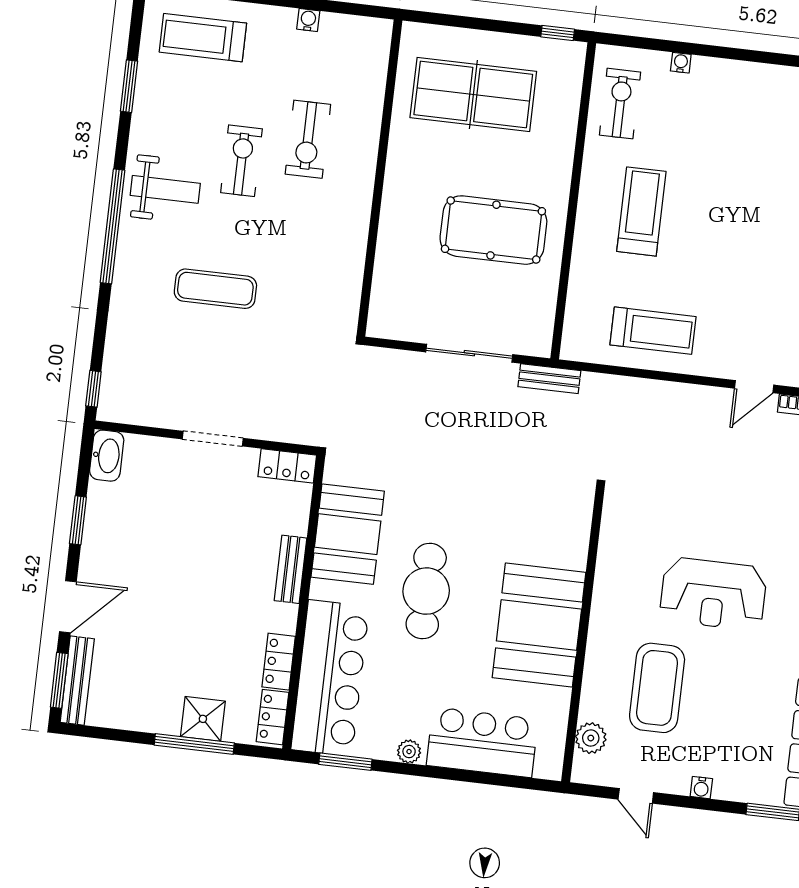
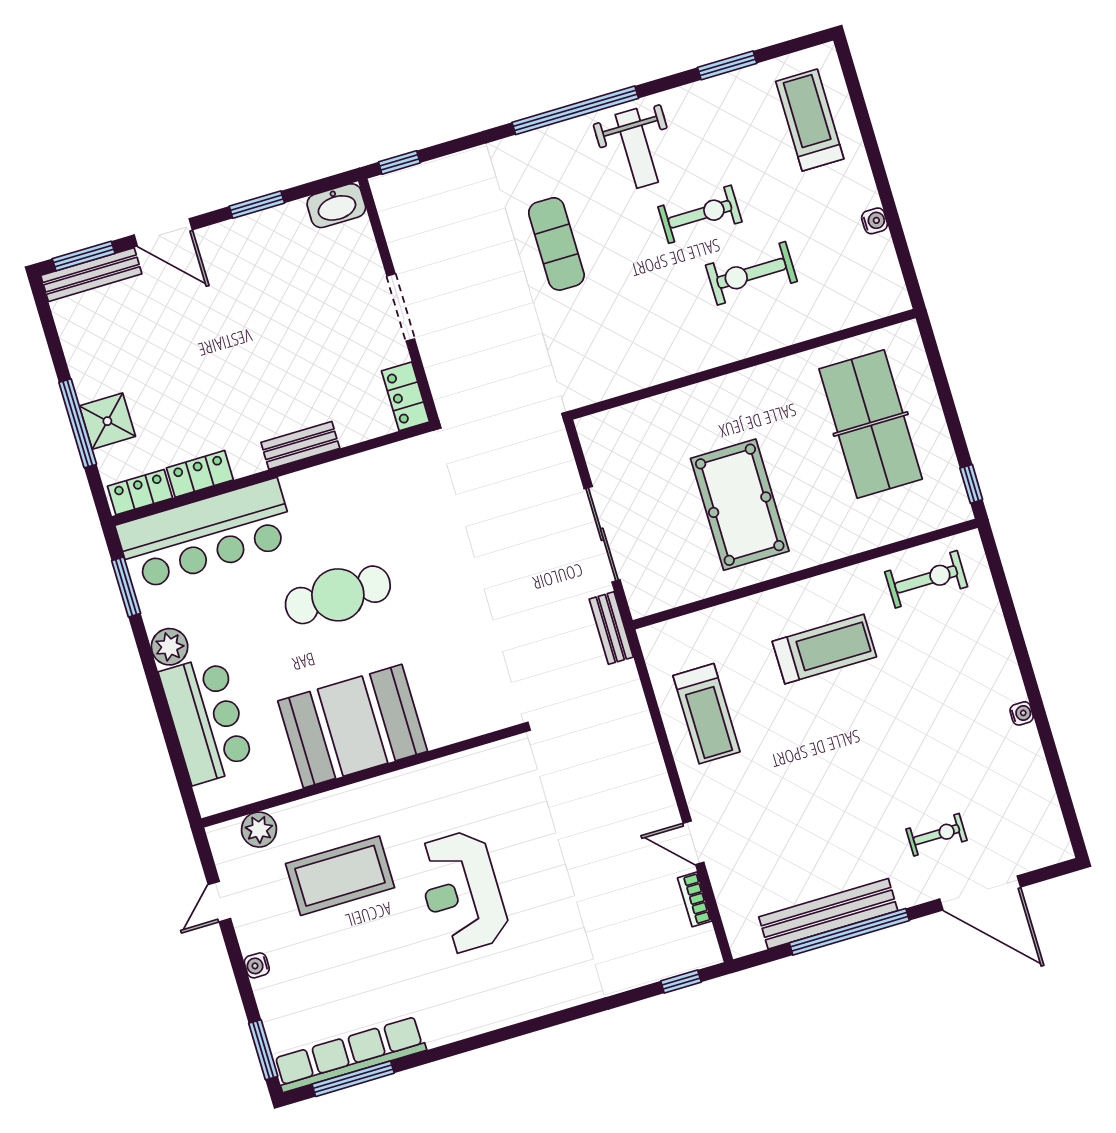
water cooler: (681, 63) -> (1022, 713), moved
booth: (348, 534) -> (362, 489), removed
plant: (409, 752) -> (170, 647), width x1.38, depth x1.38

